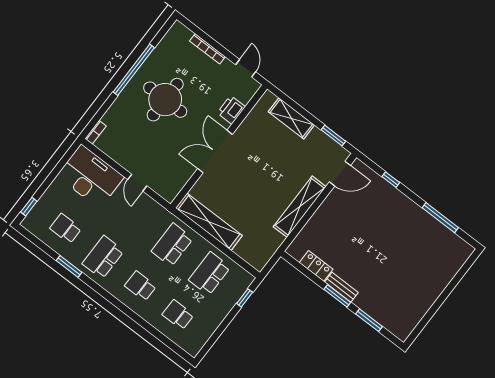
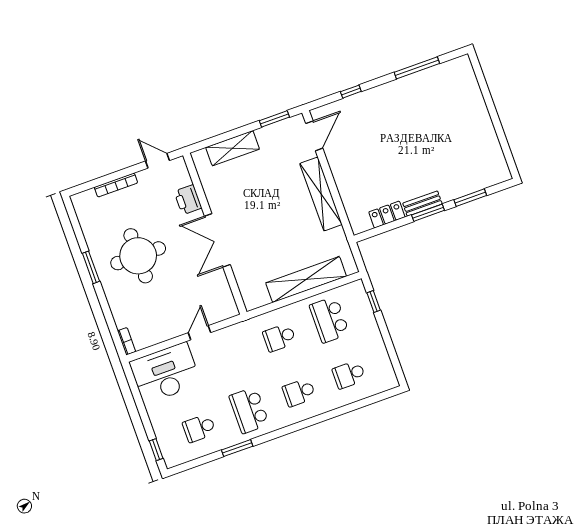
window: (134, 70) -> (91, 267), width x0.47
door: (137, 183) -> (199, 333), swing flipped
shelving: (209, 222) -> (306, 279), moved
school desk: (172, 245) -> (279, 337), width x0.54

